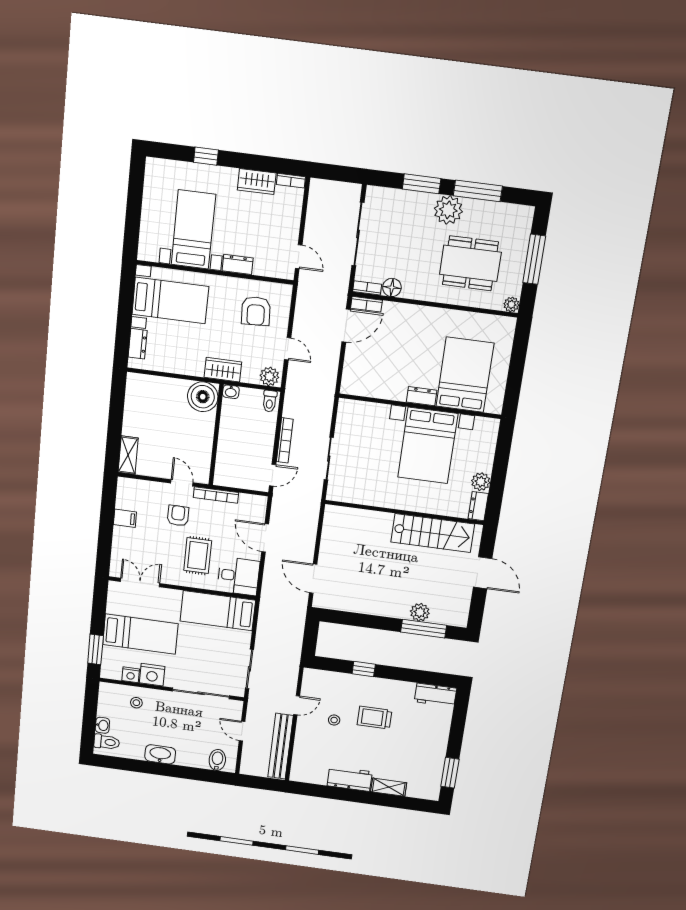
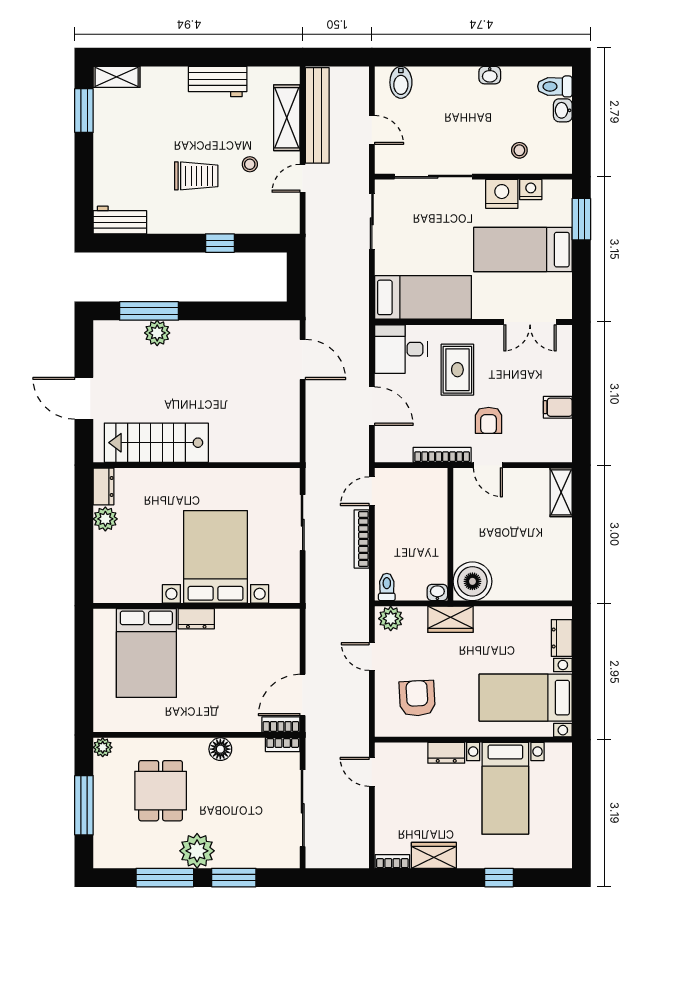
dining table: (470, 263) -> (161, 791), width x0.73
floor lamp: (392, 287) -> (220, 749), moved
bed with nightstands: (428, 445) -> (215, 557), moved
shelving: (303, 748) -> (287, 118), added
washbasin: (160, 754) -> (490, 75), width x0.52, depth x0.69
shelving: (389, 787) -> (117, 77), moved

